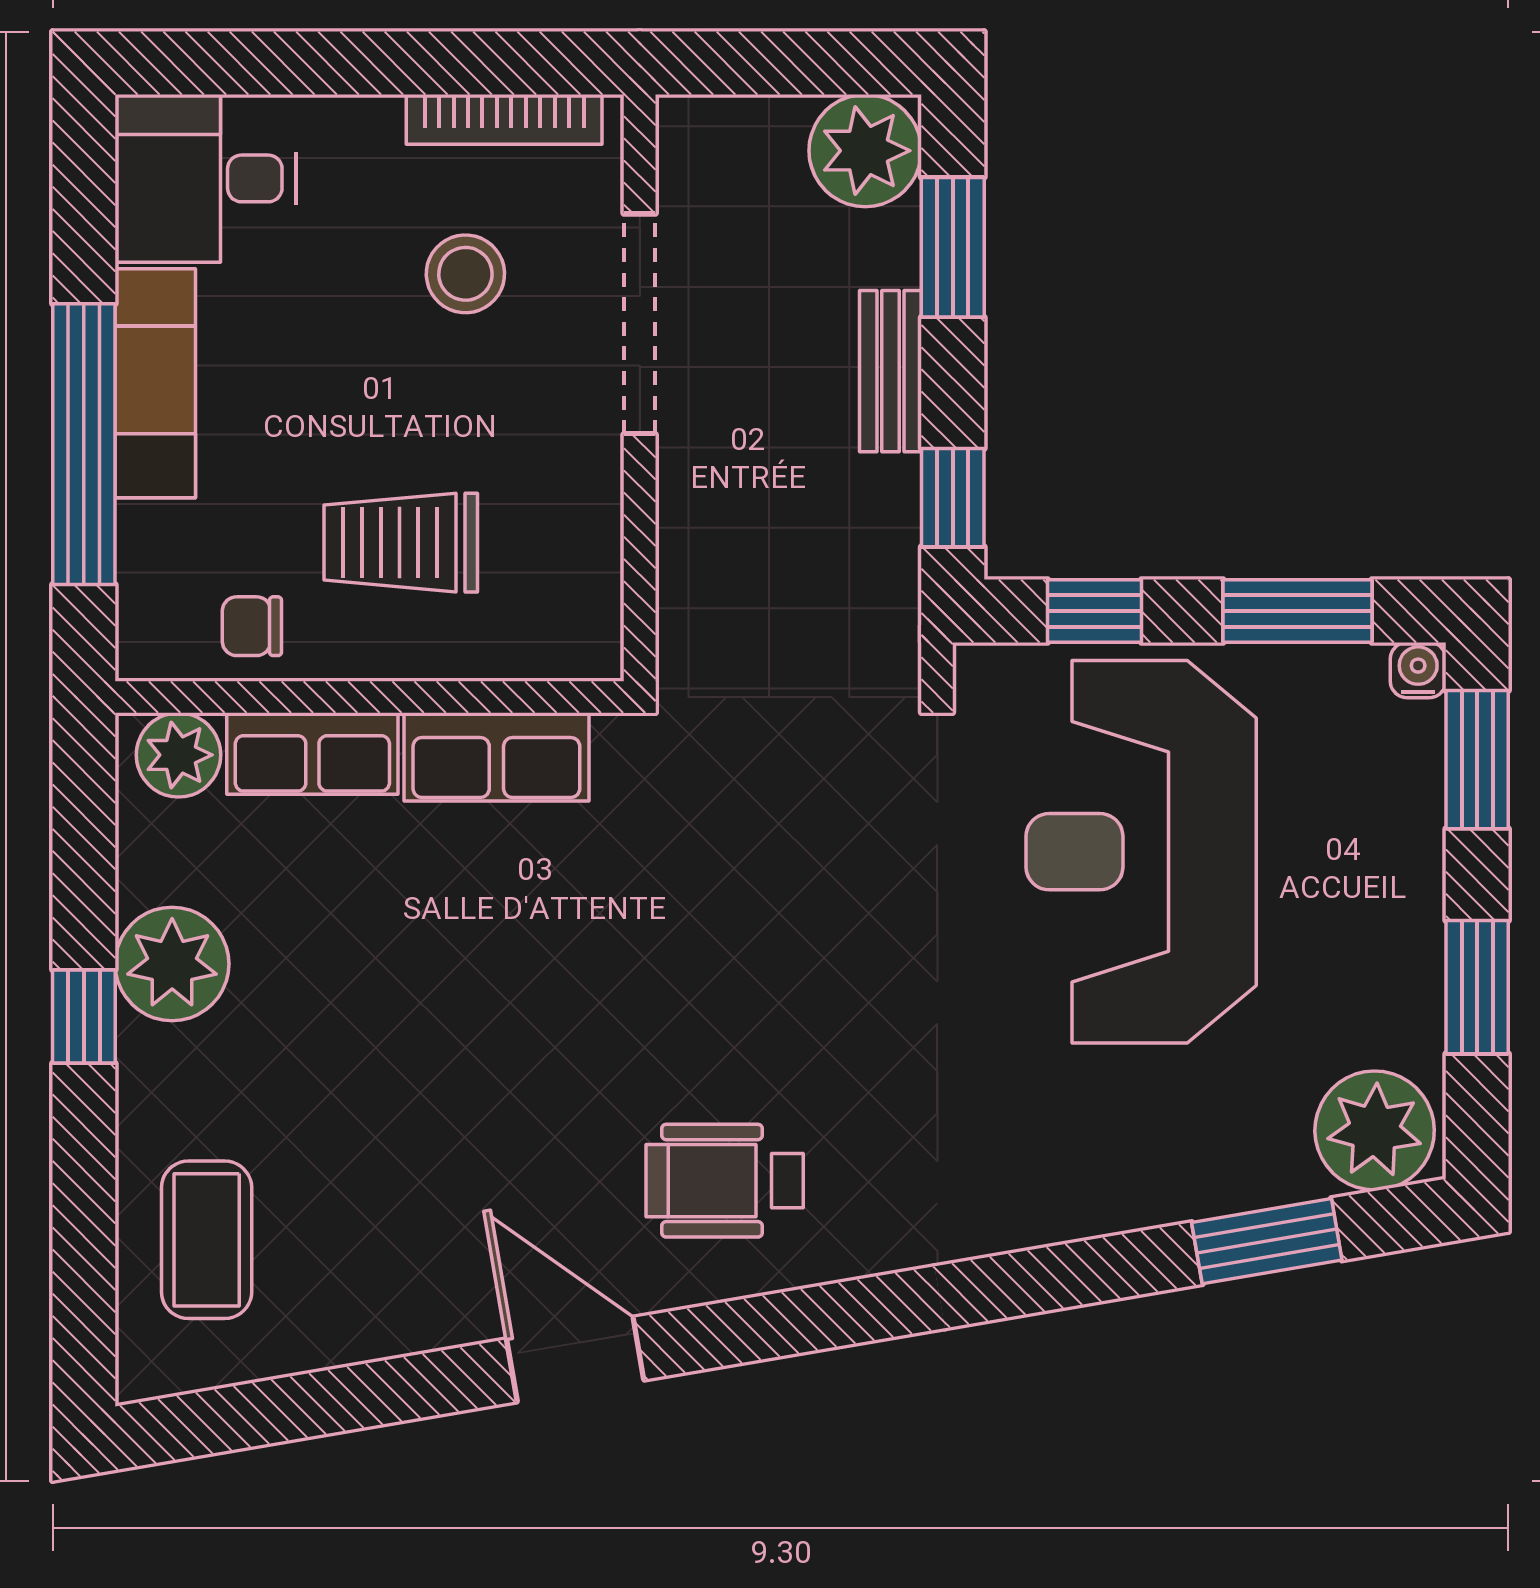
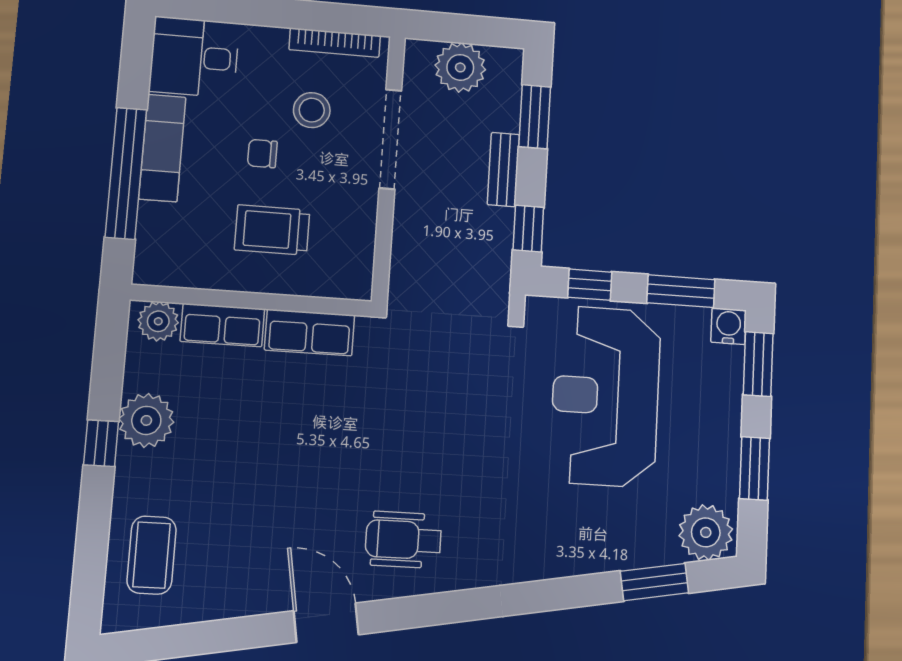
plant: (865, 151) -> (460, 67), moved
chair: (252, 626) -> (262, 154), moved
water cooler: (1418, 670) -> (729, 326), width x1.38, depth x1.38

